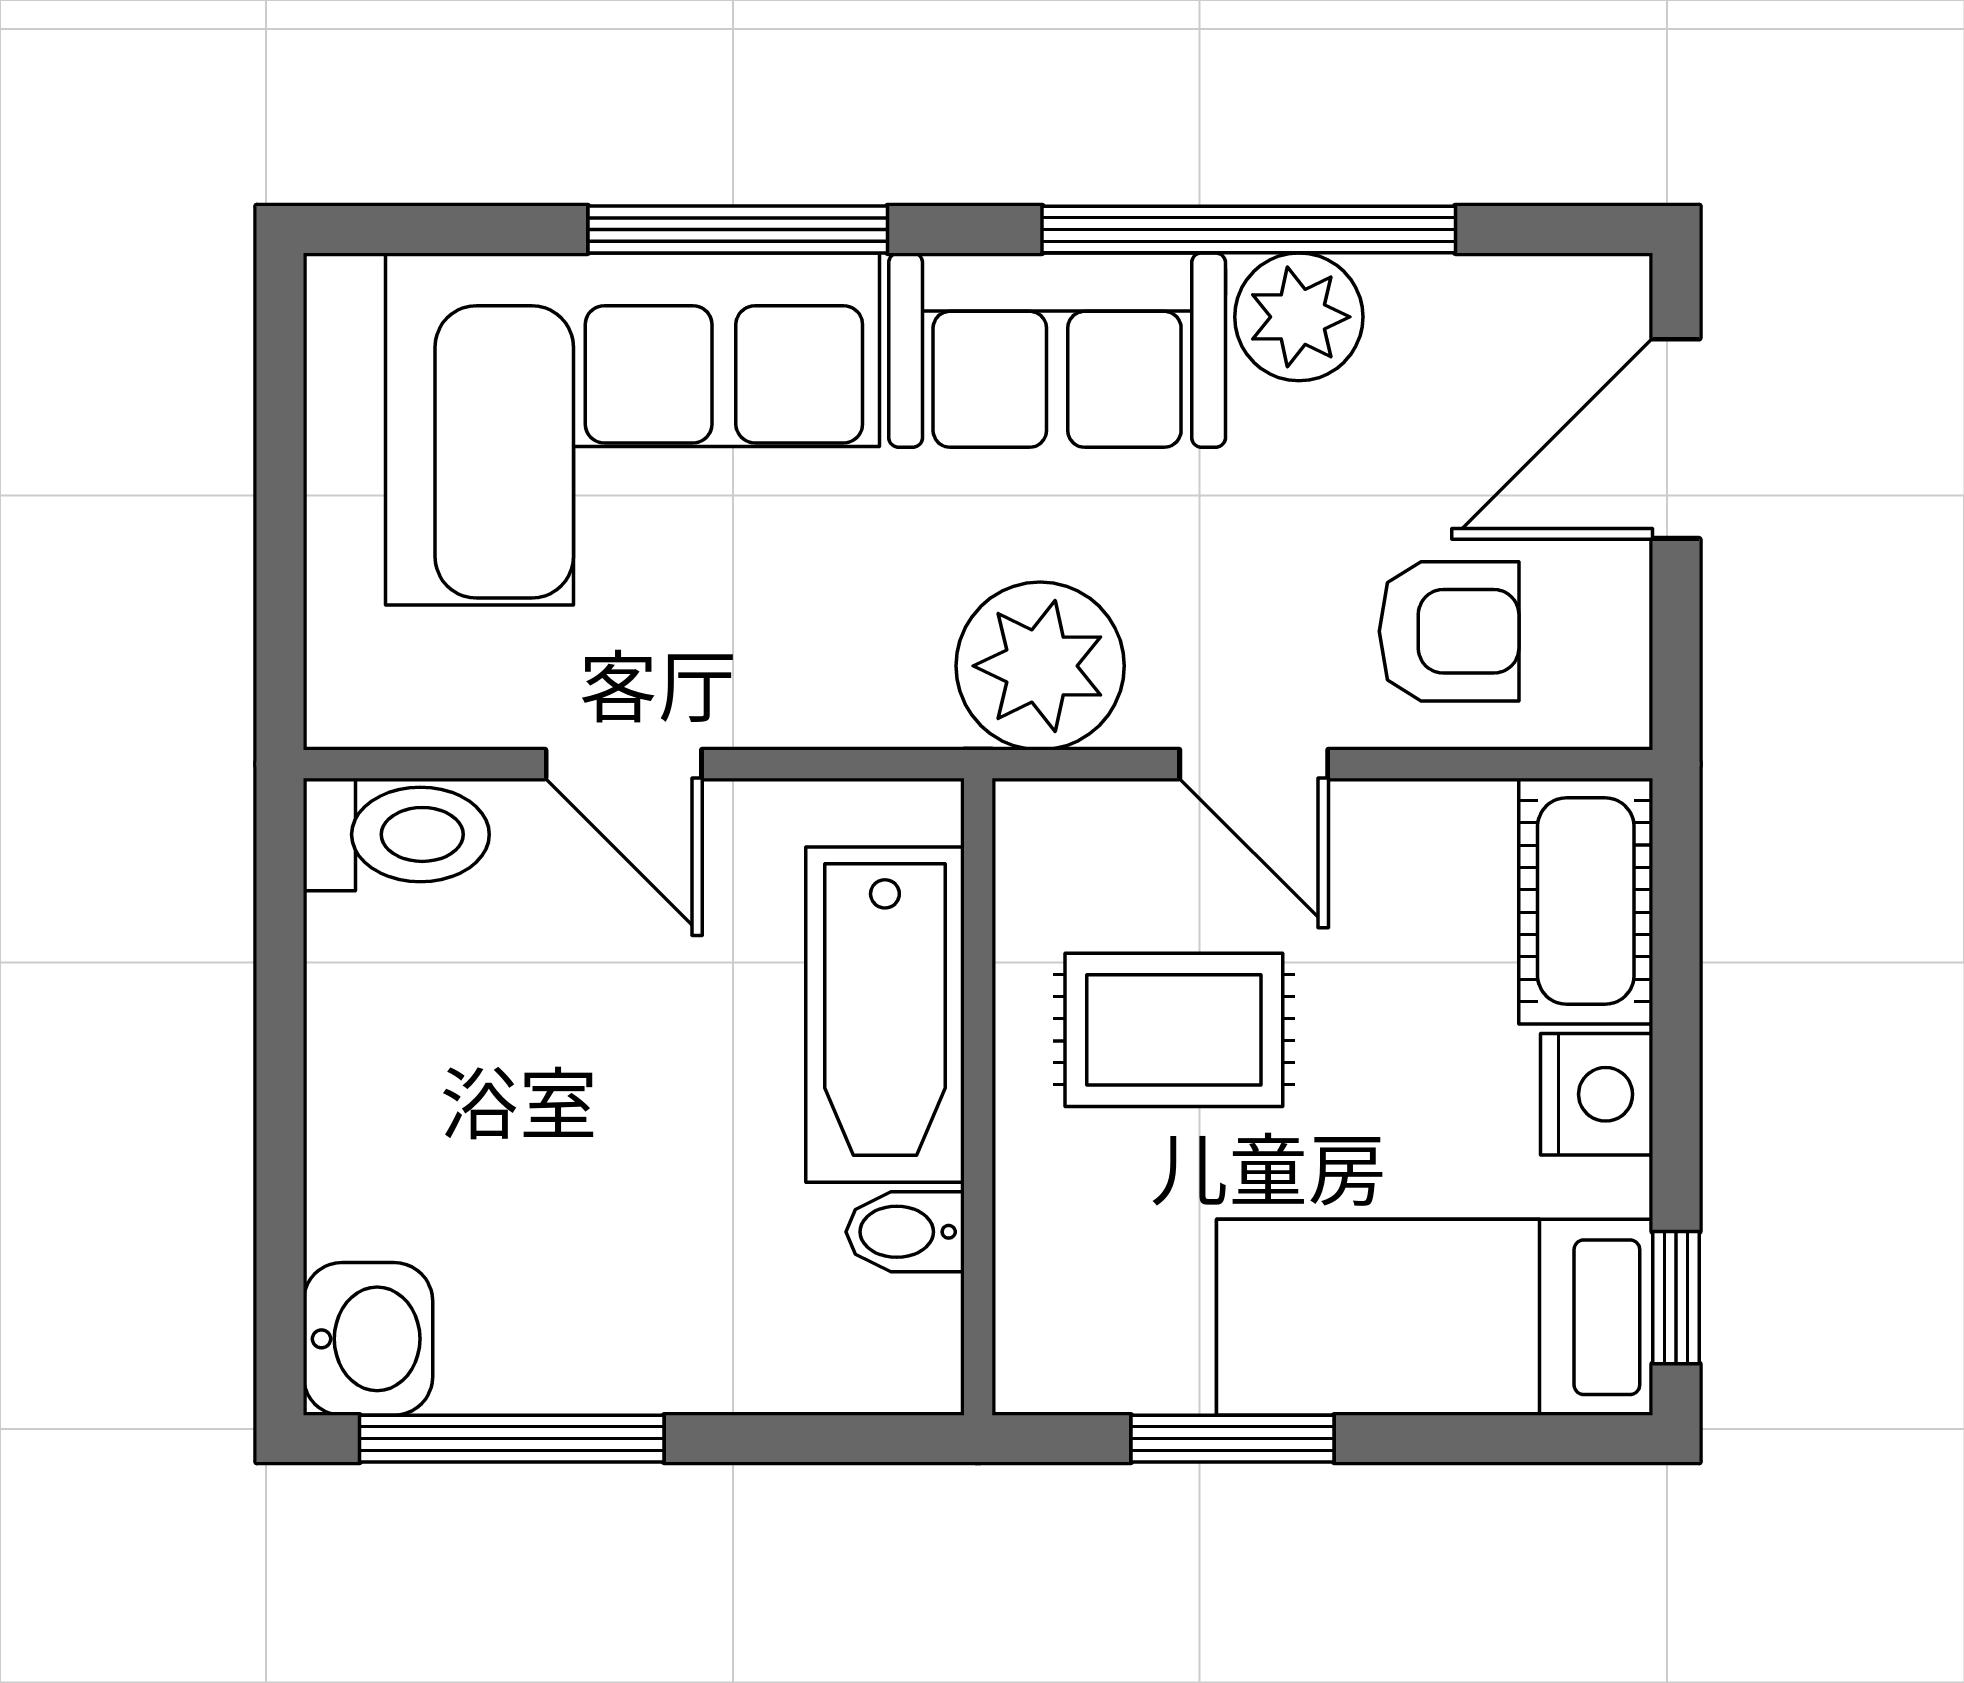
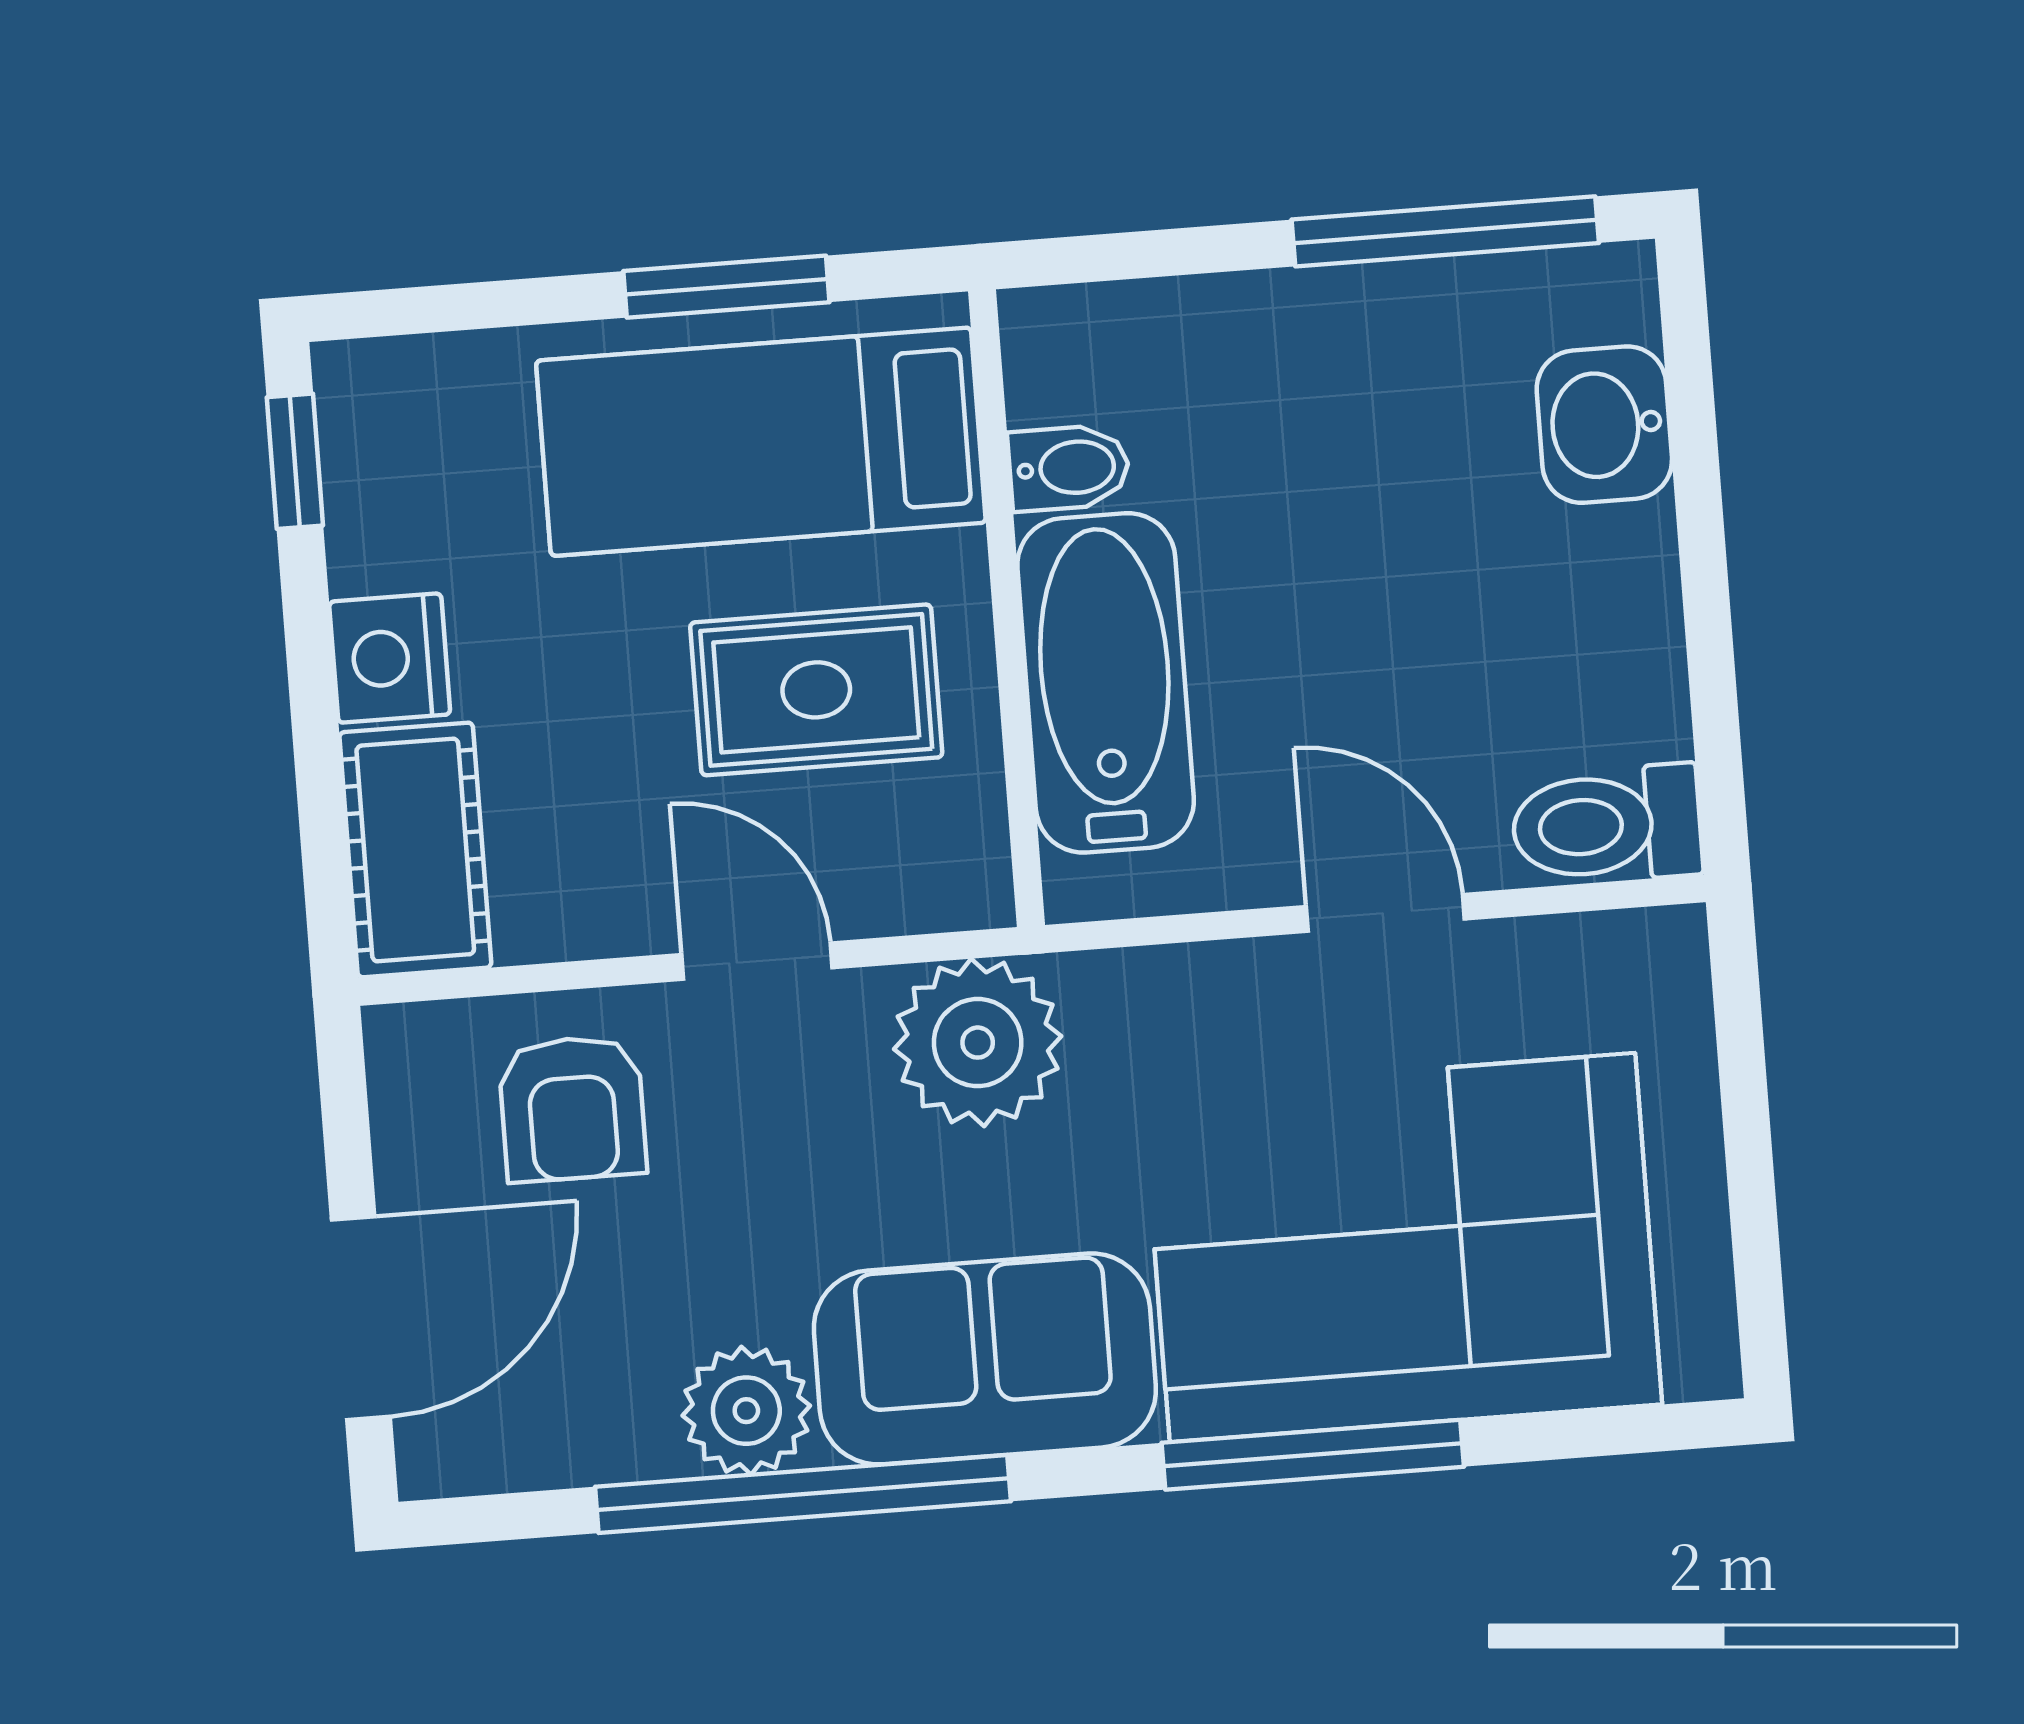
armchair: (1449, 631) -> (572, 1109), turned -90
bed: (1435, 1317) -> (761, 442), moved, turned 180
washbasin: (368, 1339) -> (1604, 425), moved

